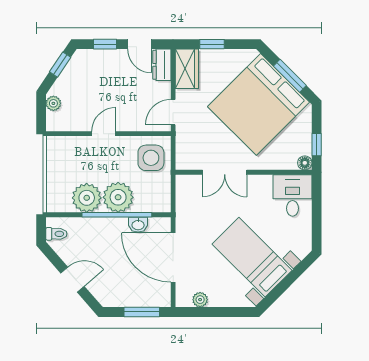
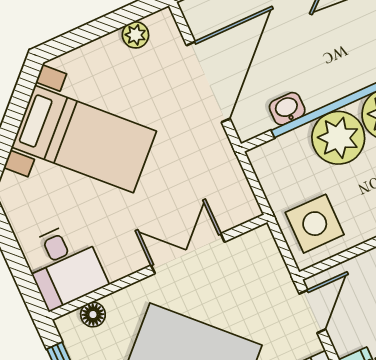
floor lamp: (305, 163) -> (93, 315), moved
door: (173, 258) -> (208, 82), hinge flipped

